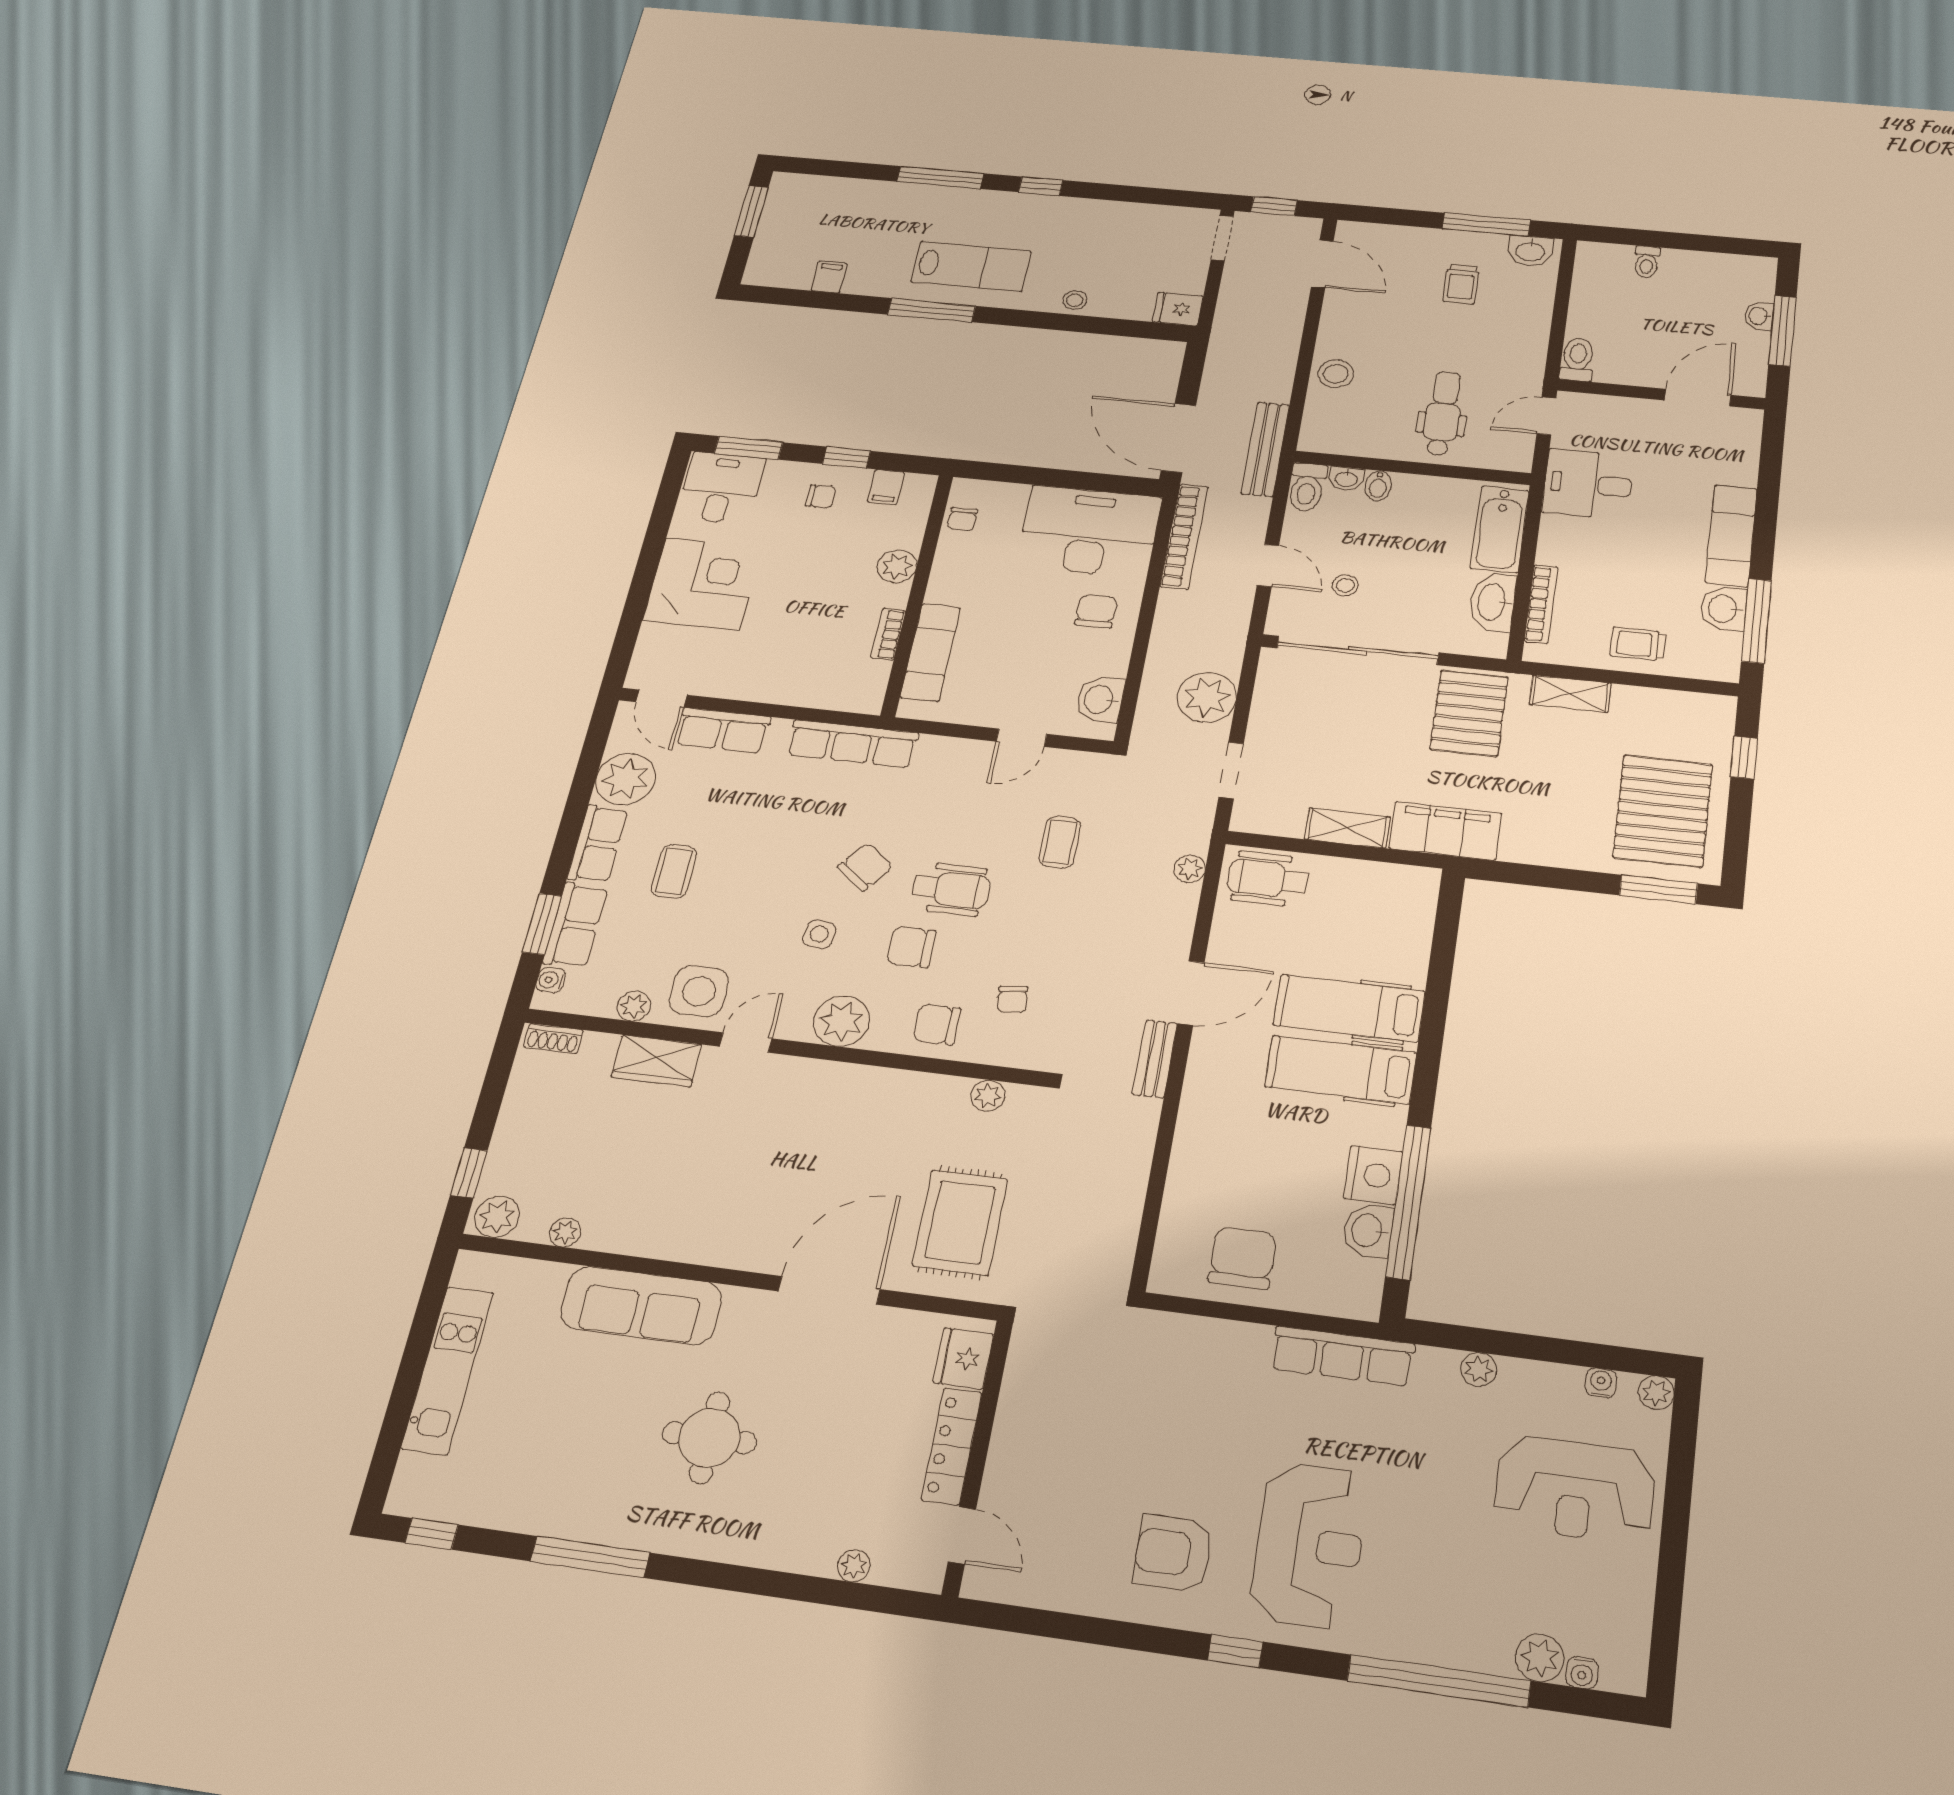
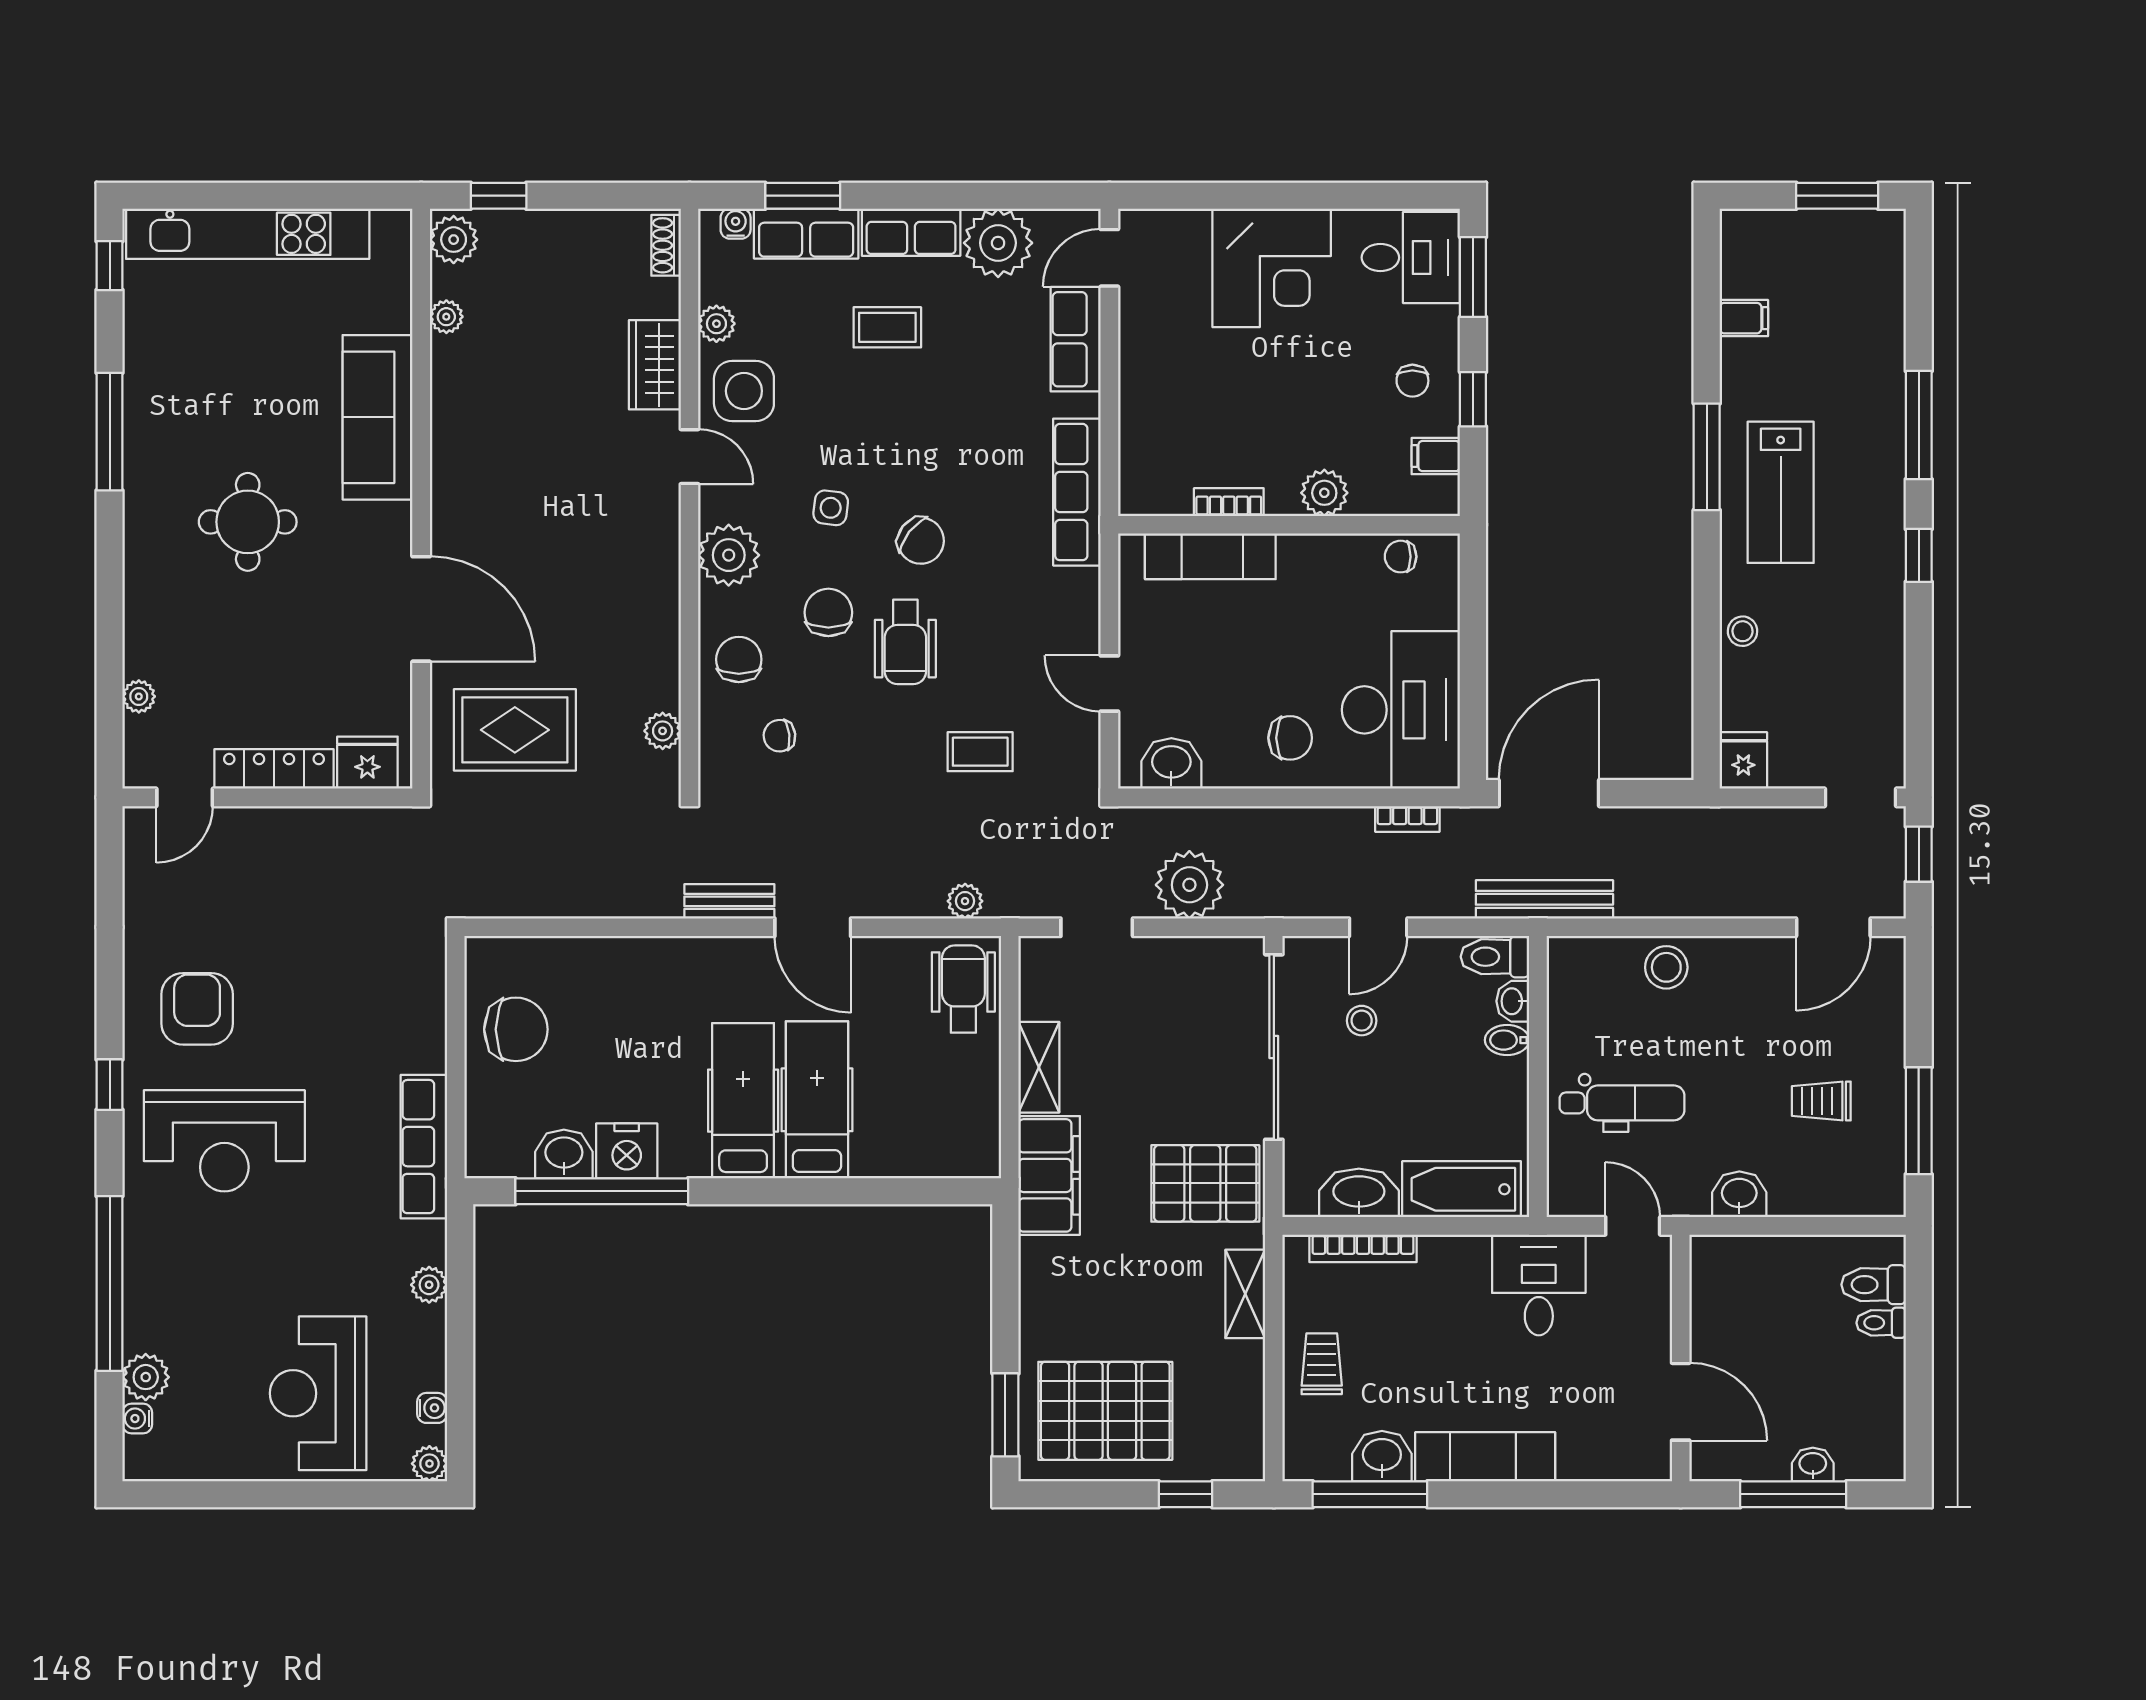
washbasin: (1530, 251) -> (1739, 1194), moved, turned 90
toilet: (1578, 359) -> (1874, 1285), moved, turned 180
bookcase: (1184, 536) -> (1407, 819), width x0.43, depth x0.76
kitchen unit: (447, 1370) -> (248, 234), width x1.36

